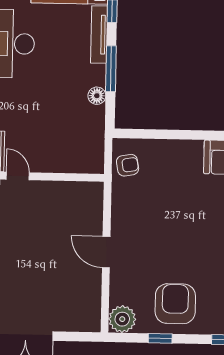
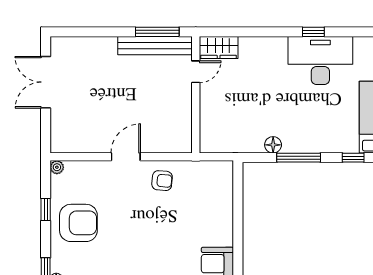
tv unit: (99, 35) -> (331, 146), removed
armchair: (128, 165) -> (162, 181), moved, turned -75
plant: (122, 319) -> (57, 167), width x0.53, depth x0.53

